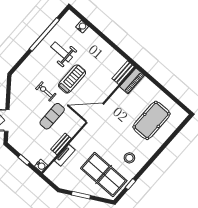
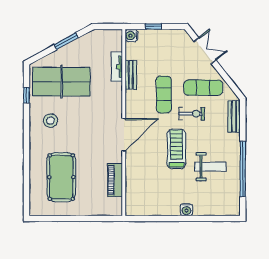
water cooler: (82, 27) -> (186, 210), moved
bench: (123, 73) -> (234, 116), moved
treadmill: (72, 79) -> (176, 149), turned 180
piano: (132, 81) -> (115, 180), moved
exercise mat: (26, 100) -> (203, 88), added

